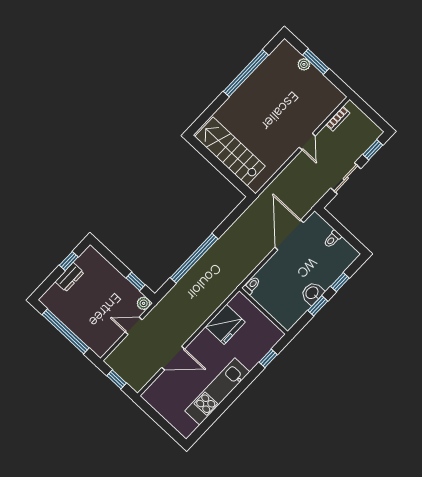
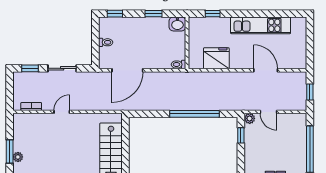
window: (340, 282) -> (115, 14), moved
washbasin: (312, 293) -> (177, 24), moved

